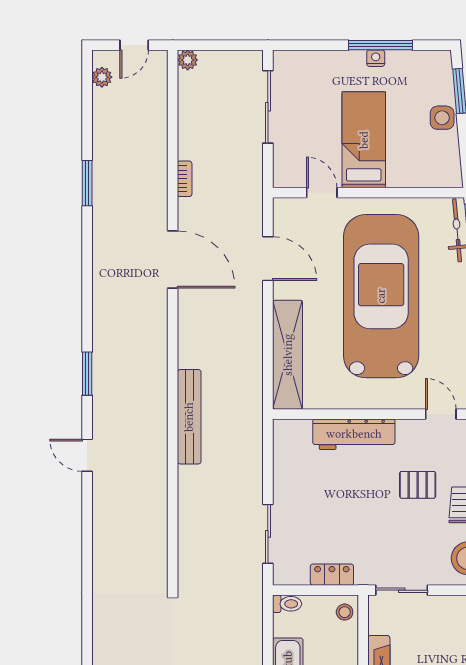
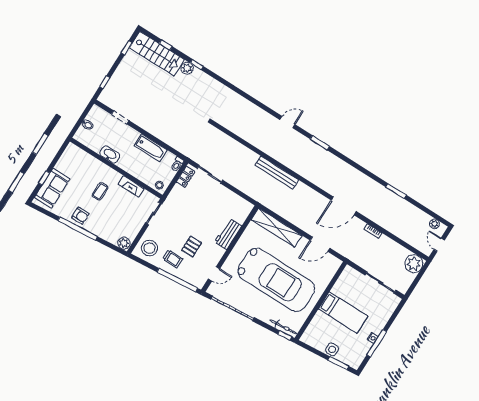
plant: (188, 60) -> (414, 264), width x1.88, depth x1.88
door: (322, 193) -> (333, 282), removed
workbench: (354, 434) -> (228, 234), width x0.73
locker: (332, 575) -> (186, 177), moved

